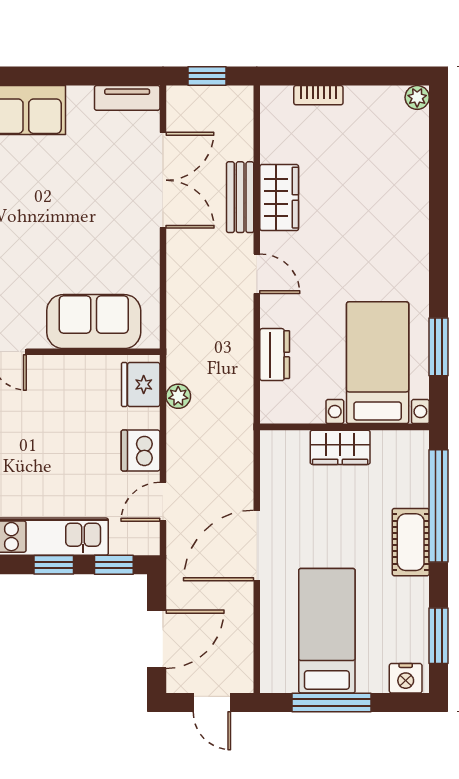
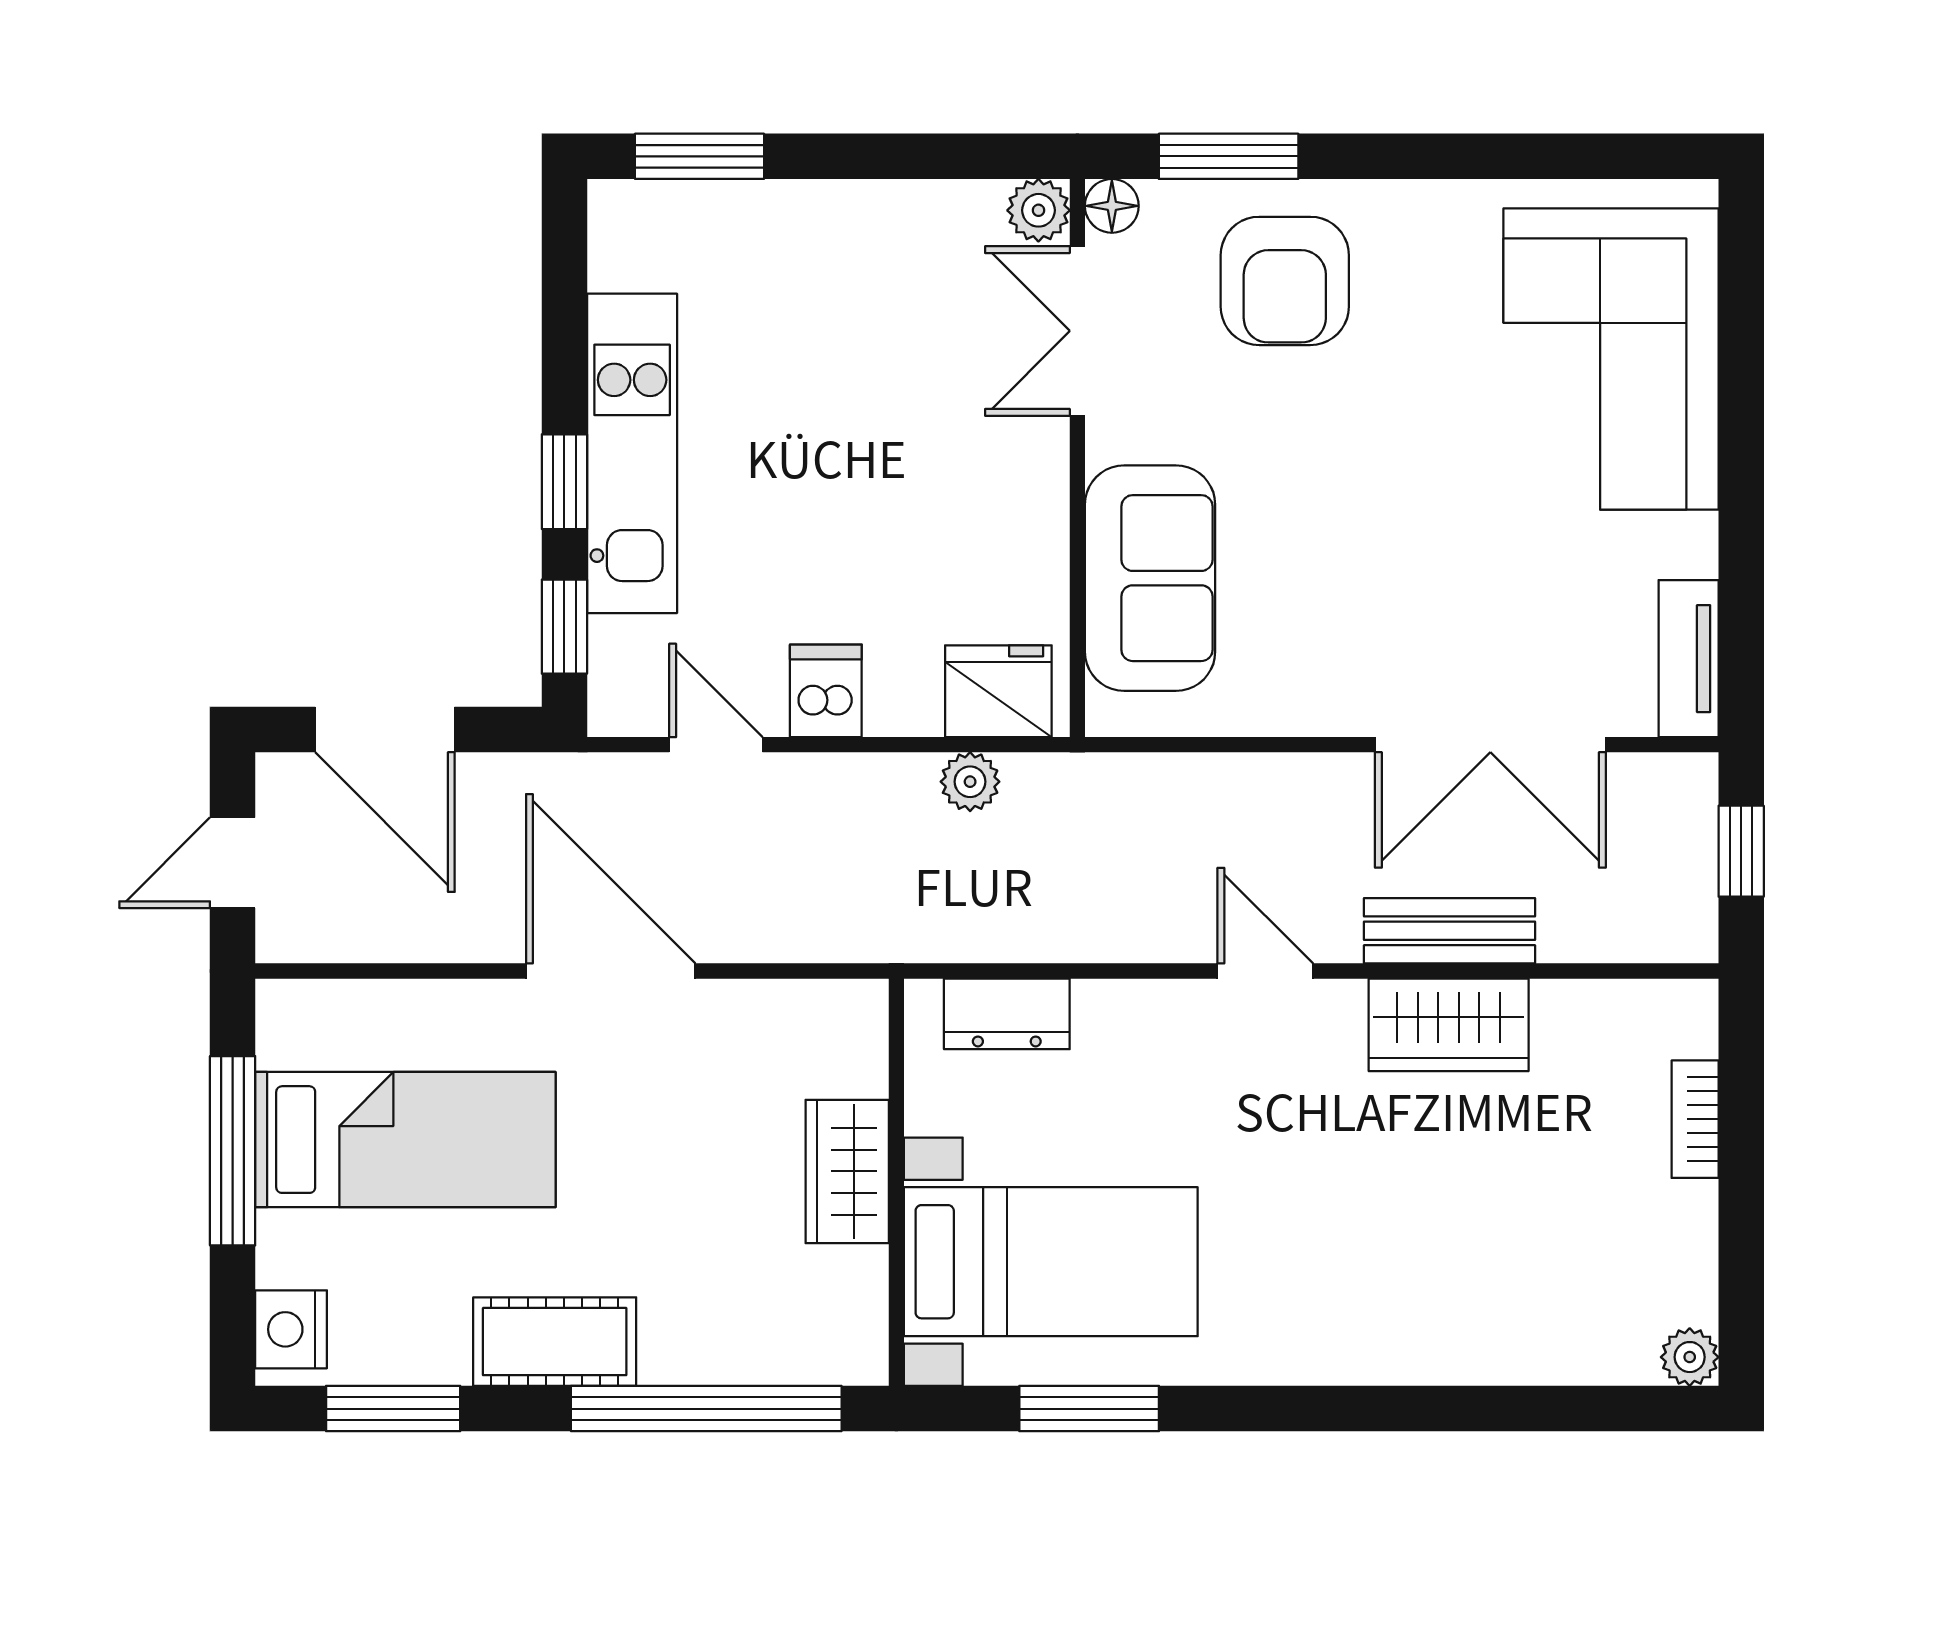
door: (257, 274) -> (1265, 971), swing flipped
dresser: (275, 355) -> (1007, 1014), moved
dishwasher: (141, 451) -> (826, 691), width x0.73
cot: (411, 542) -> (555, 1342), moved

